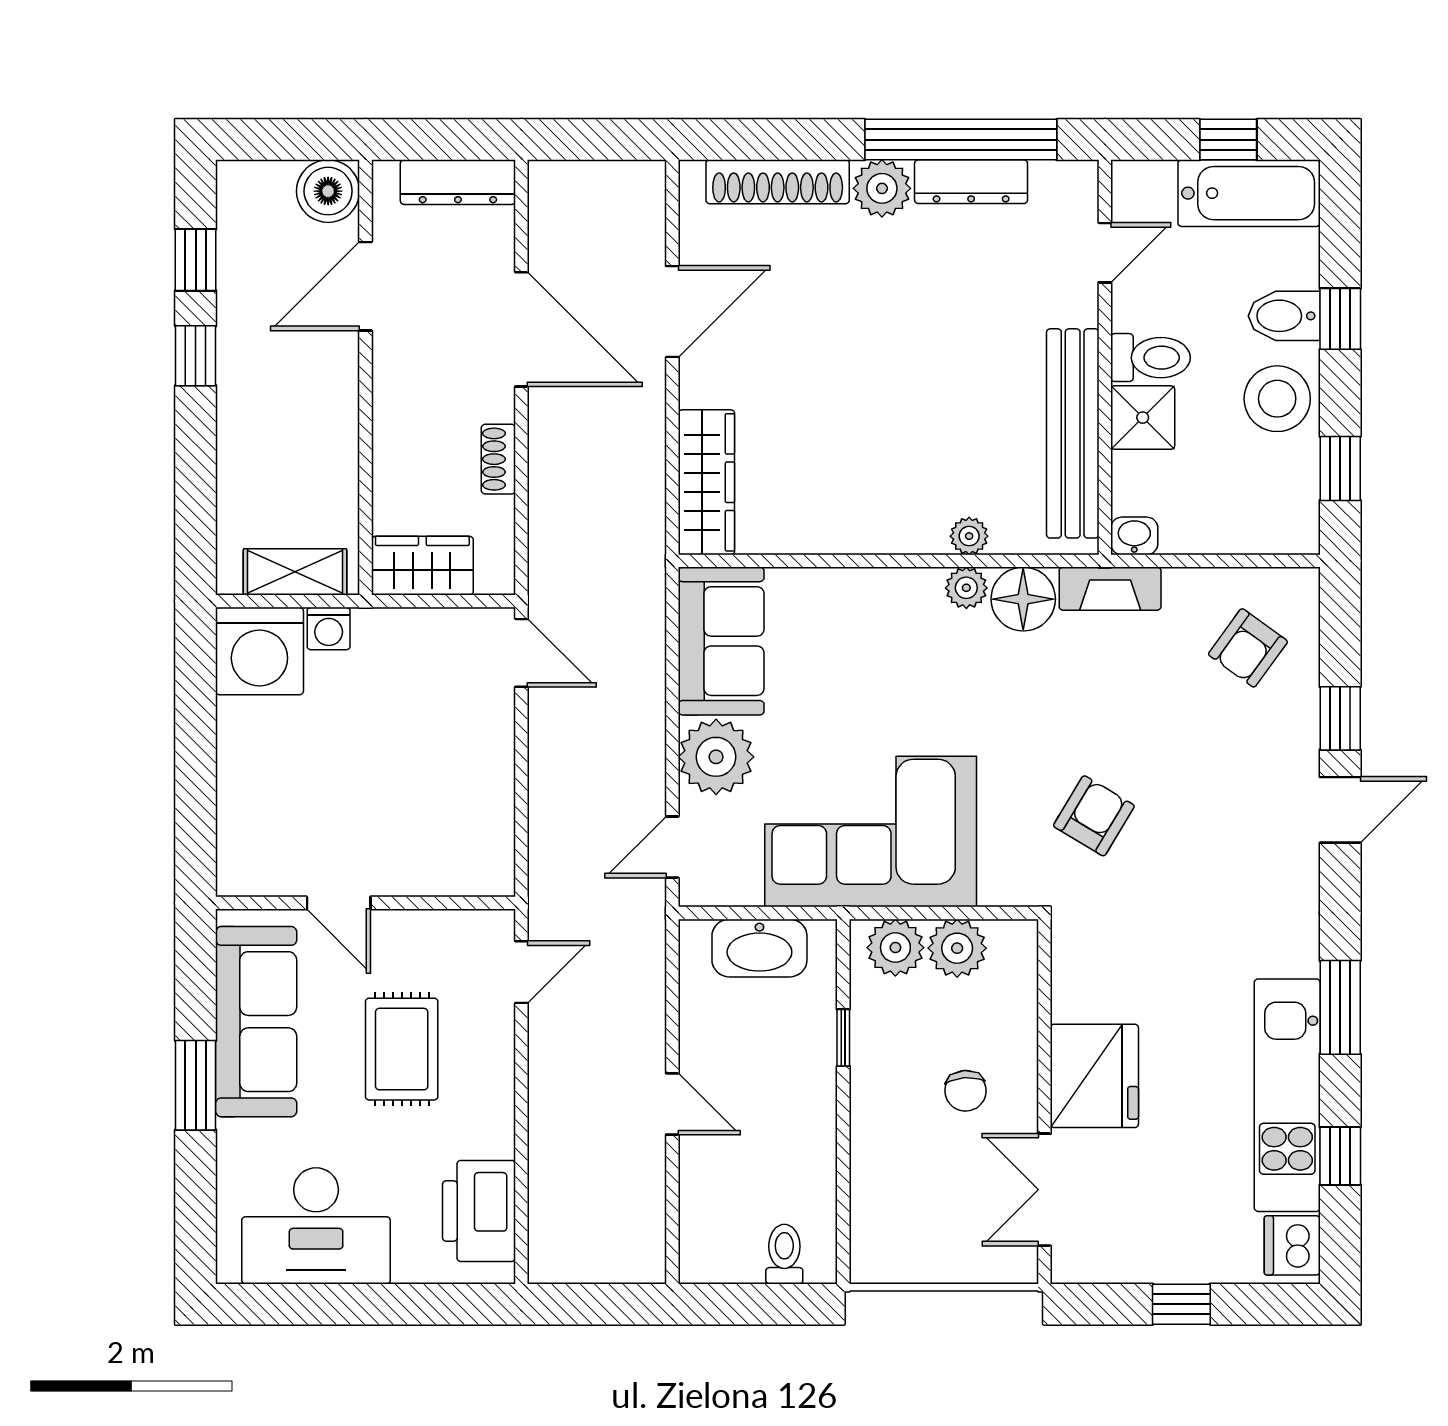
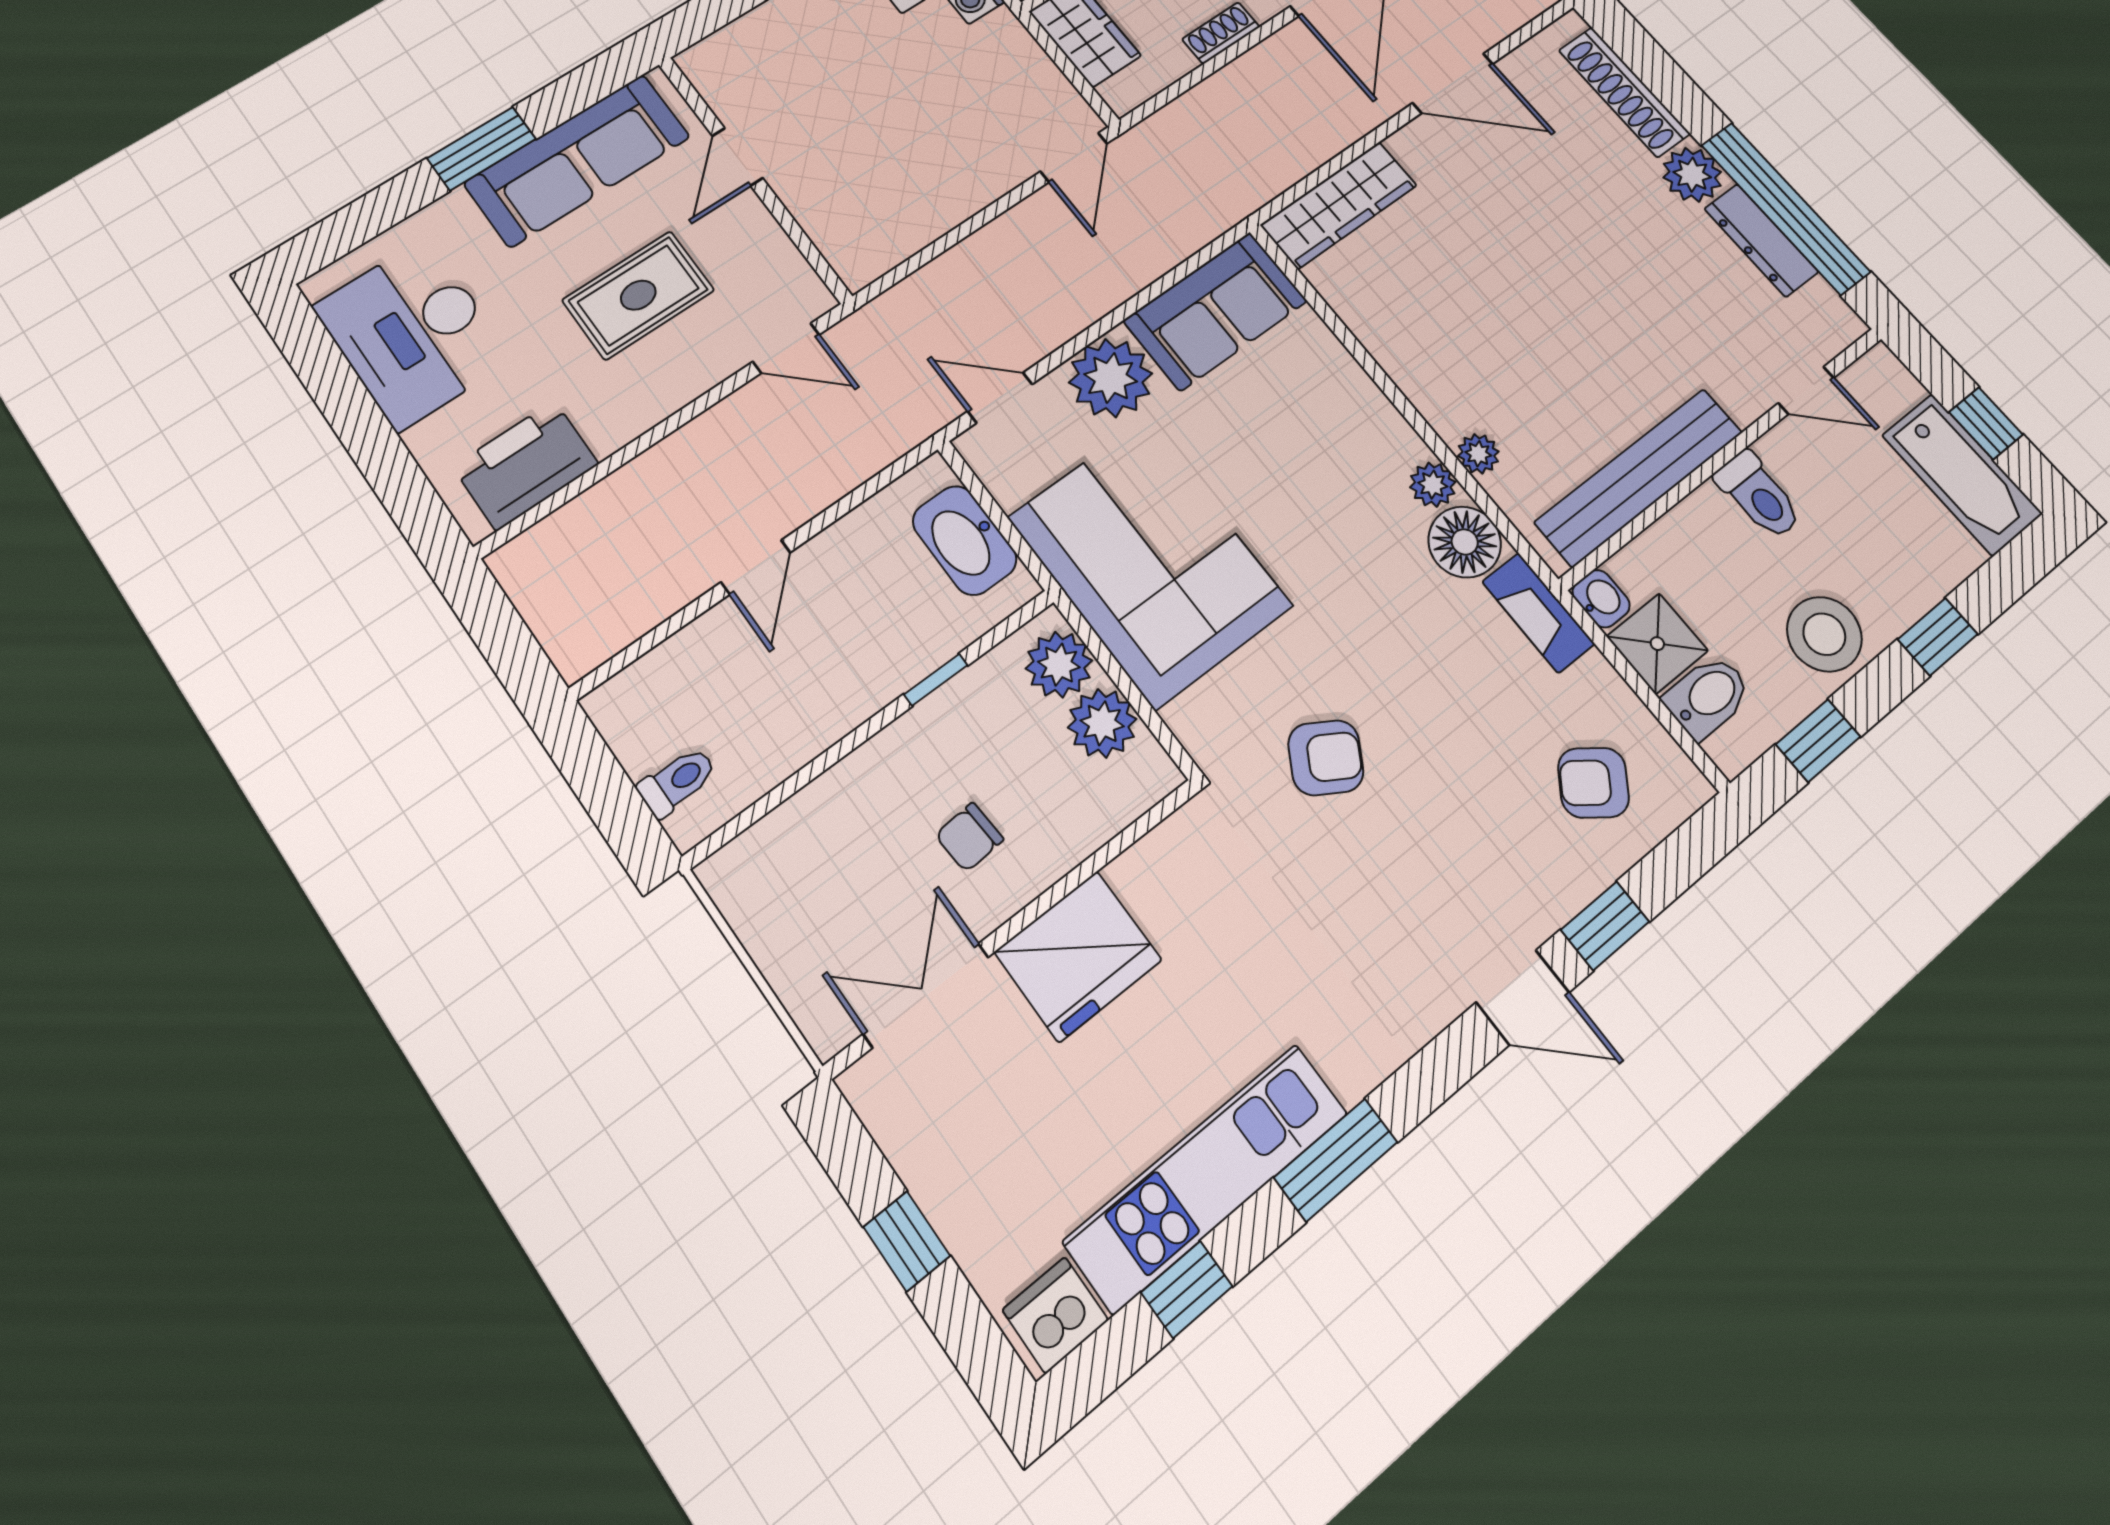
bidet: (1284, 316) -> (1708, 696), moved, turned 90
shower: (1143, 418) -> (1657, 644), moved

